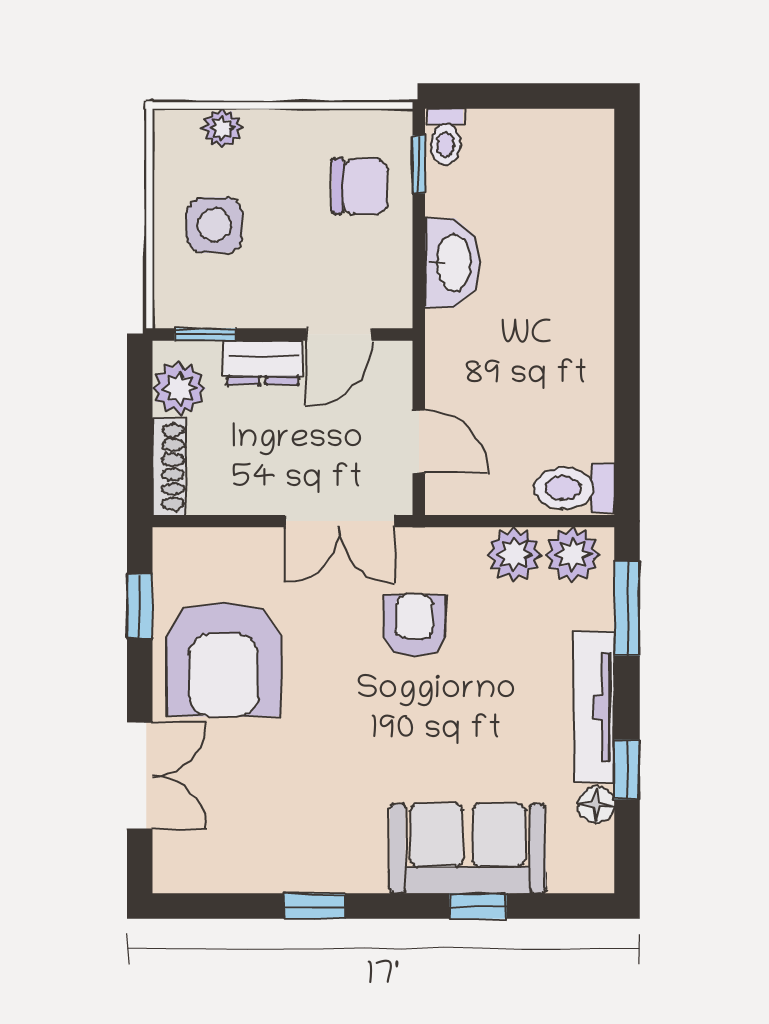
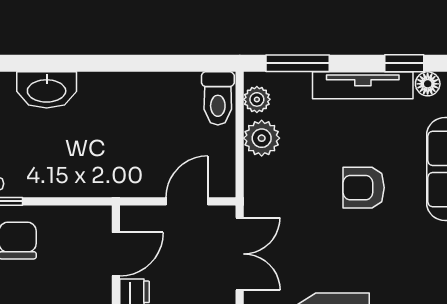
washbasin: (452, 263) -> (47, 90), moved, turned 180
door: (339, 335) -> (116, 254), hinge flipped
plant: (573, 555) -> (257, 99), width x0.73, depth x0.73
armchair: (414, 625) -> (364, 188), moved

